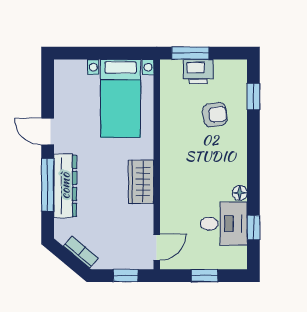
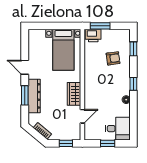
printer: (198, 71) -> (93, 36), moved
window: (48, 185) -> (25, 95), width x0.69
desk: (224, 224) -> (118, 129), moved
window: (253, 228) -> (133, 84), moved
door: (157, 247) -> (82, 116), moved

